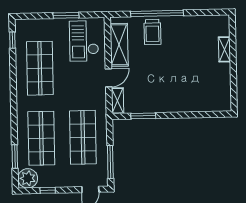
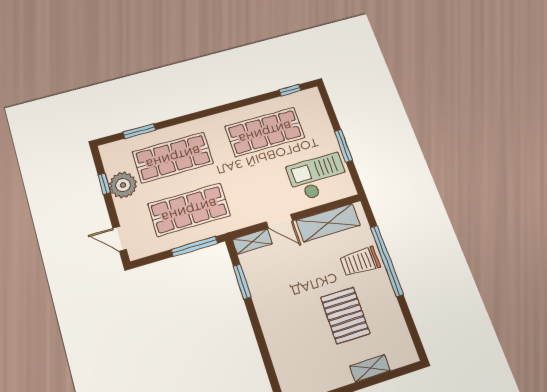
pallet: (186, 54) -> (345, 315), added
window: (110, 162) -> (194, 246), moved
plant: (28, 178) -> (123, 185), moved

